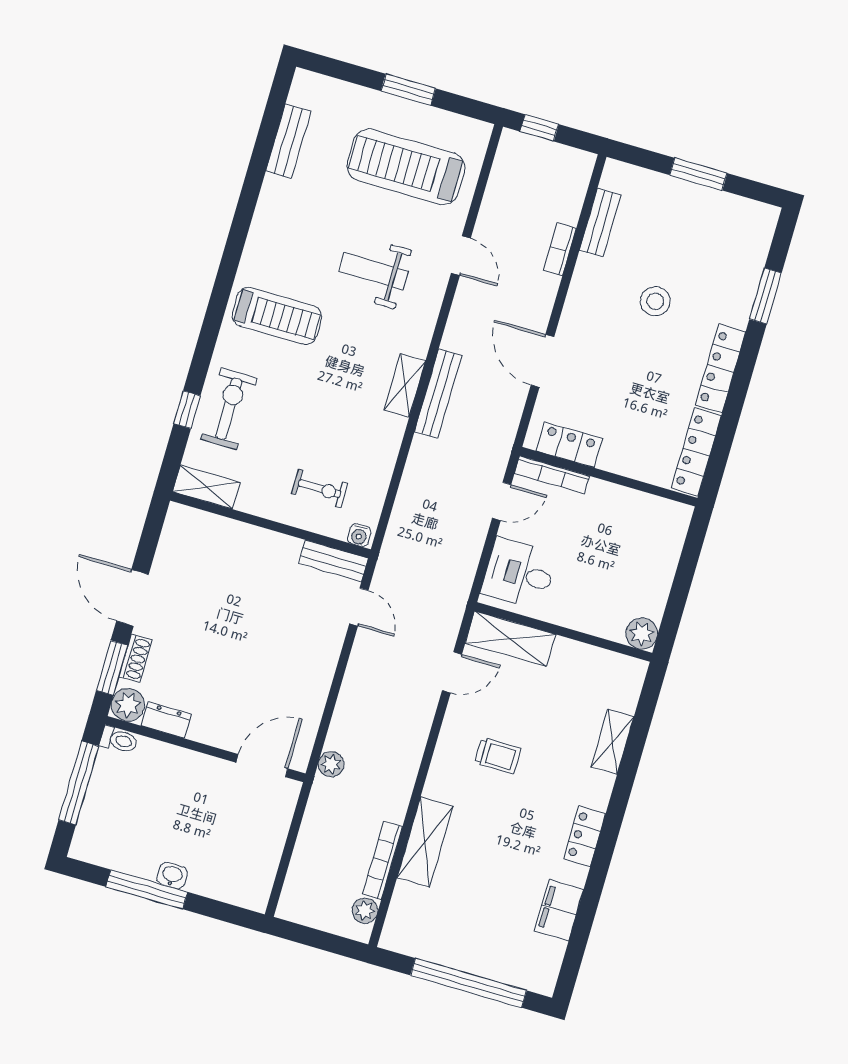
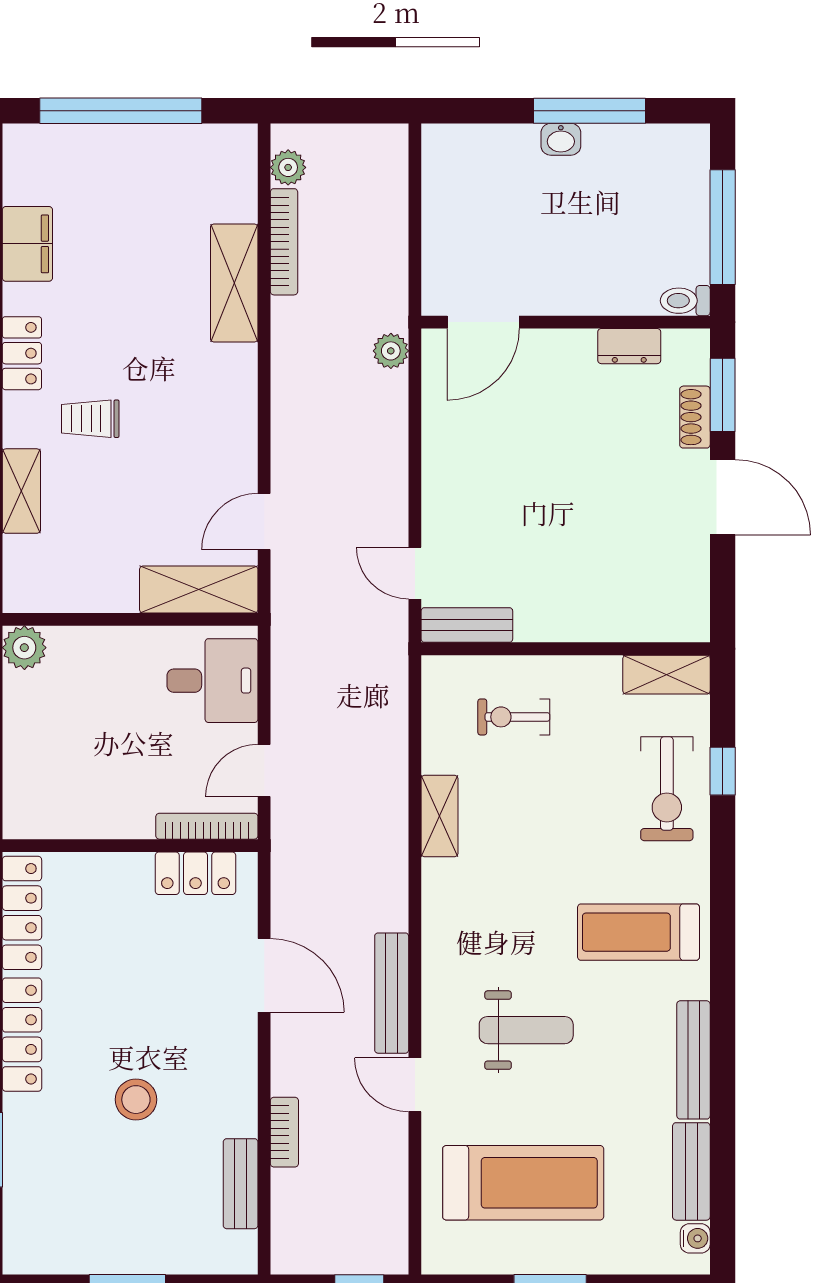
bench: (265, 217) -> (693, 1060), added
shelving: (405, 385) -> (439, 816), moved
bench: (438, 393) -> (392, 993), moved
water cooler: (359, 535) -> (695, 1238), moved, turned 90
plant: (128, 705) -> (687, 351), removed
trolley: (498, 756) -> (90, 419), moved

